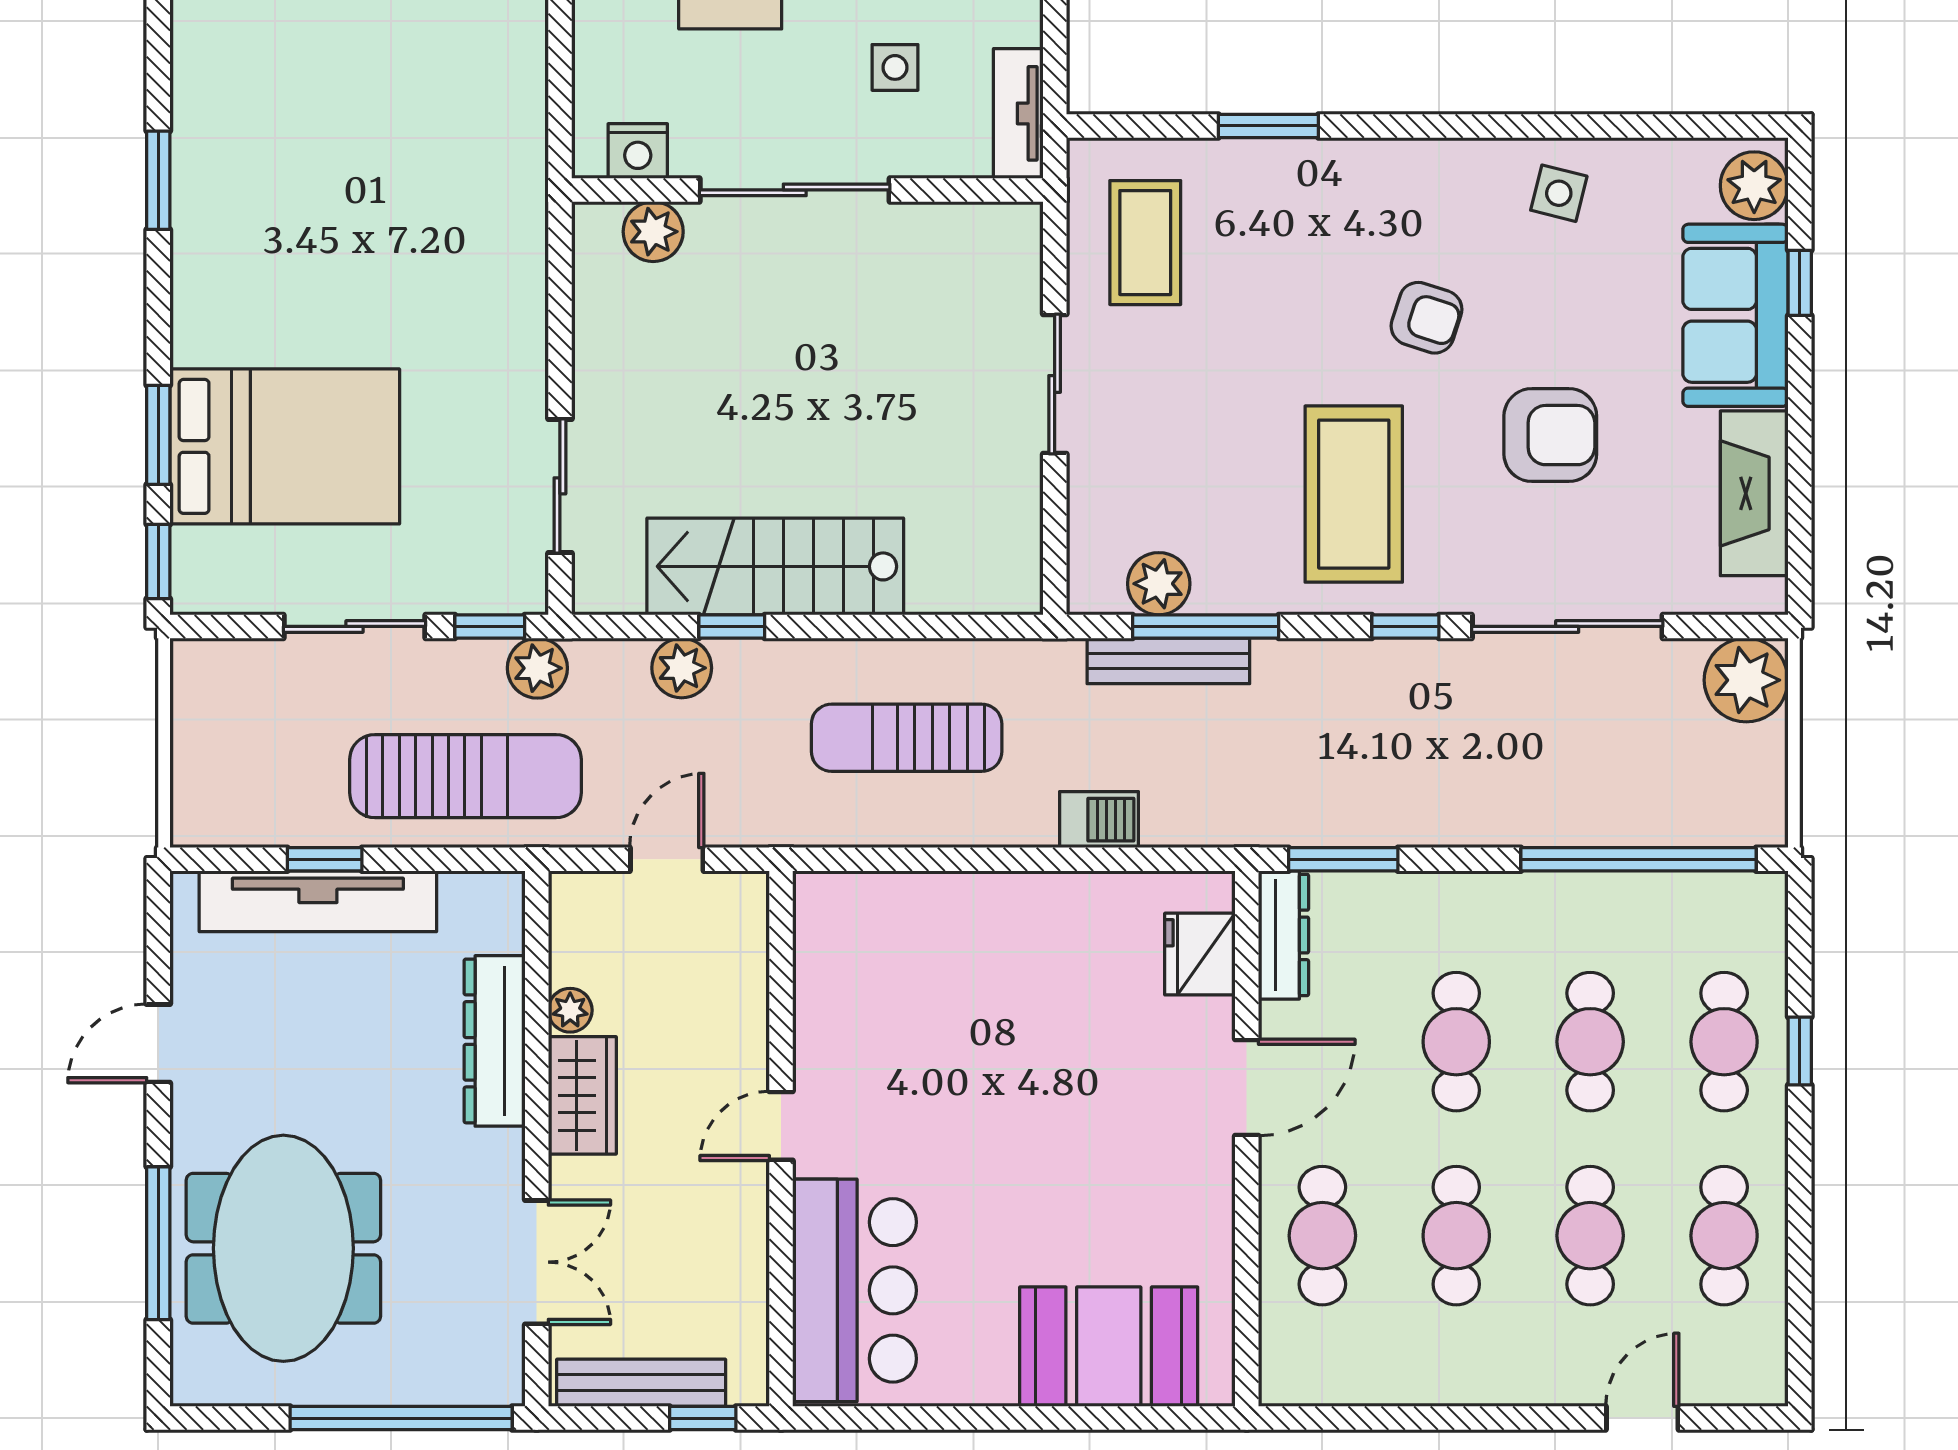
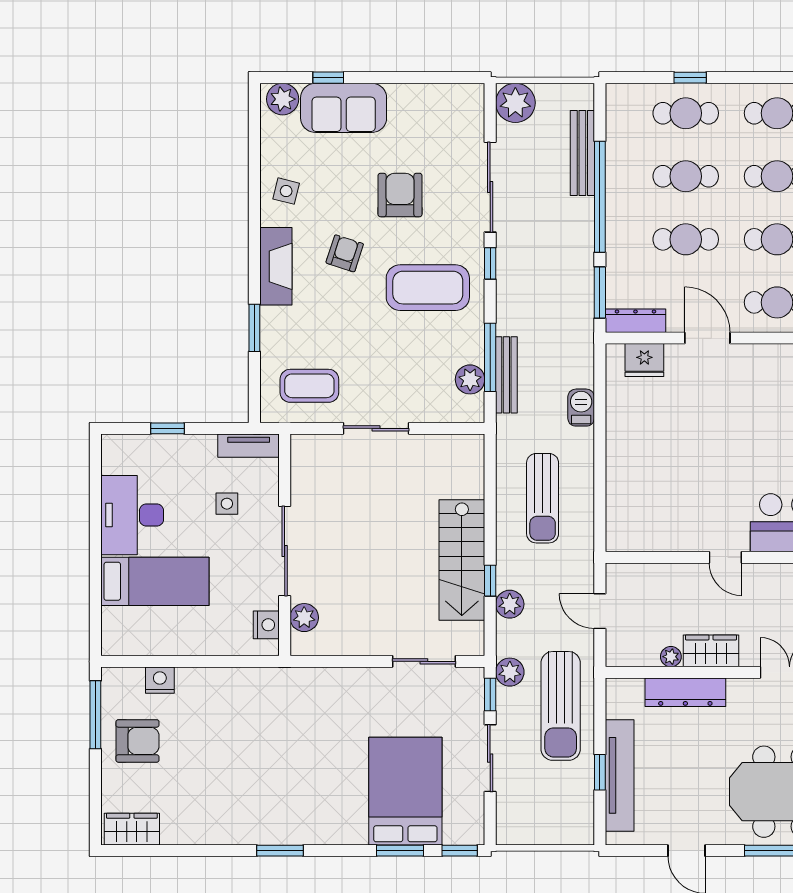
fireplace: (1754, 493) -> (276, 266), moved, turned -90
sun lounger: (465, 776) -> (561, 706), turned 180
bench: (1639, 822) -> (582, 153), added
window: (1639, 859) -> (600, 197), moved

